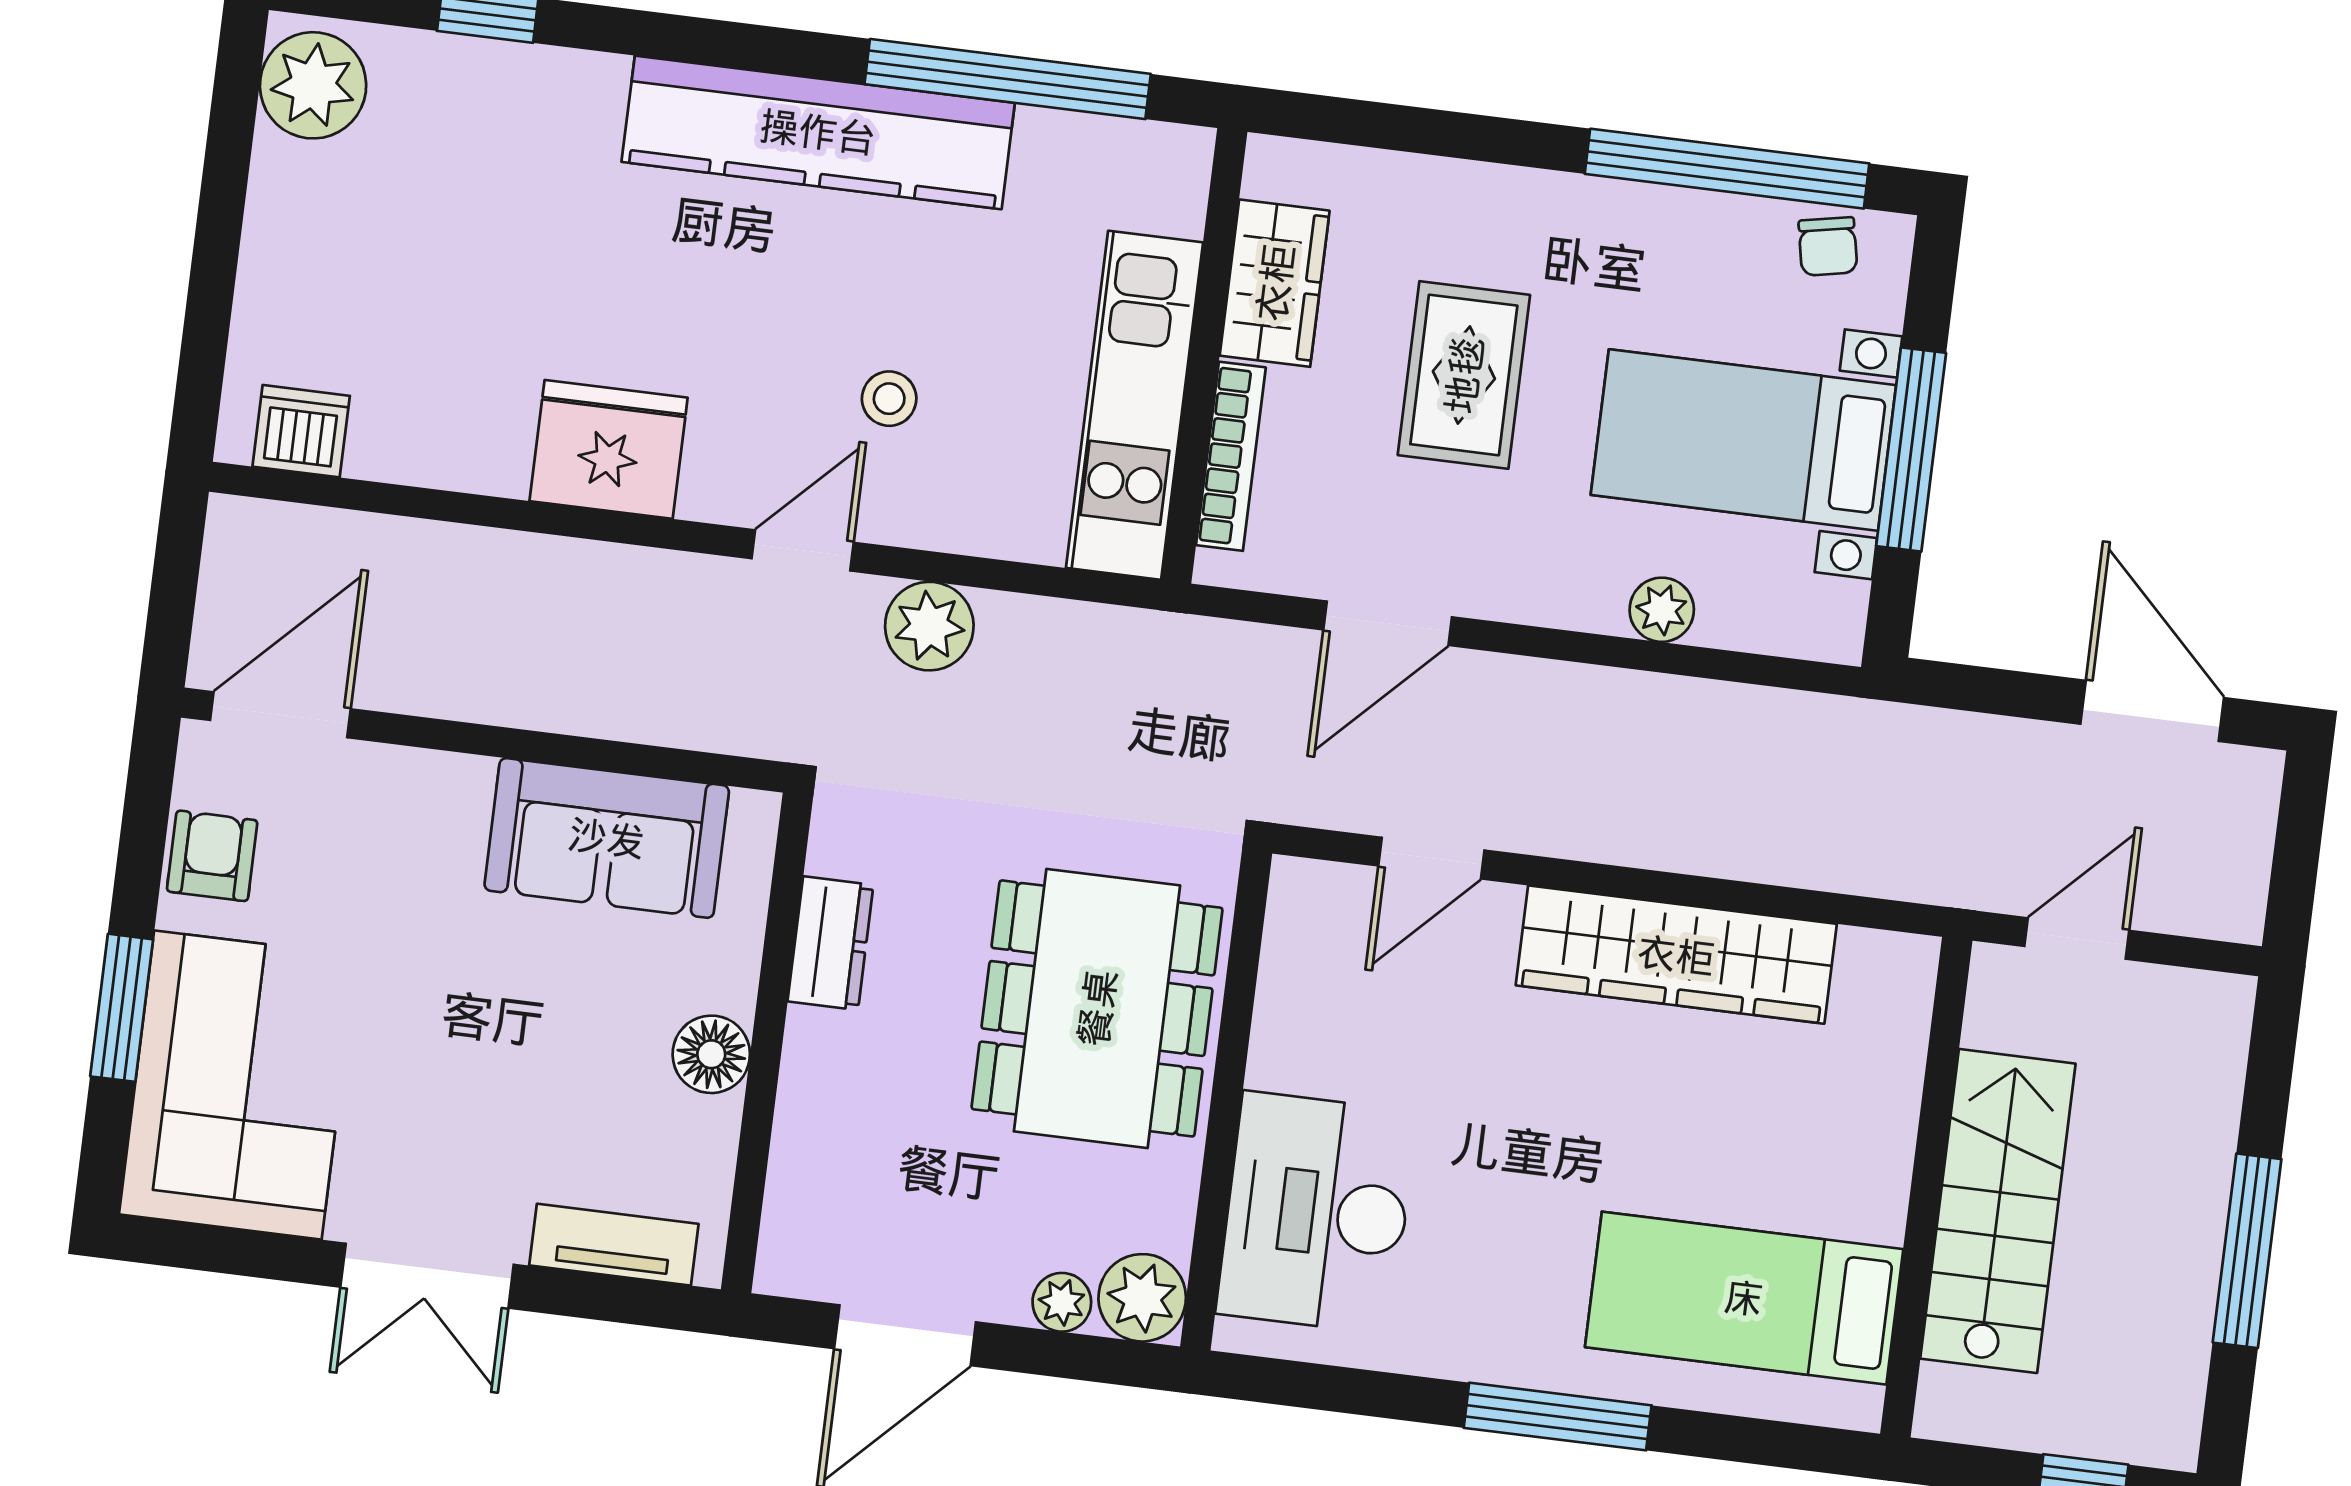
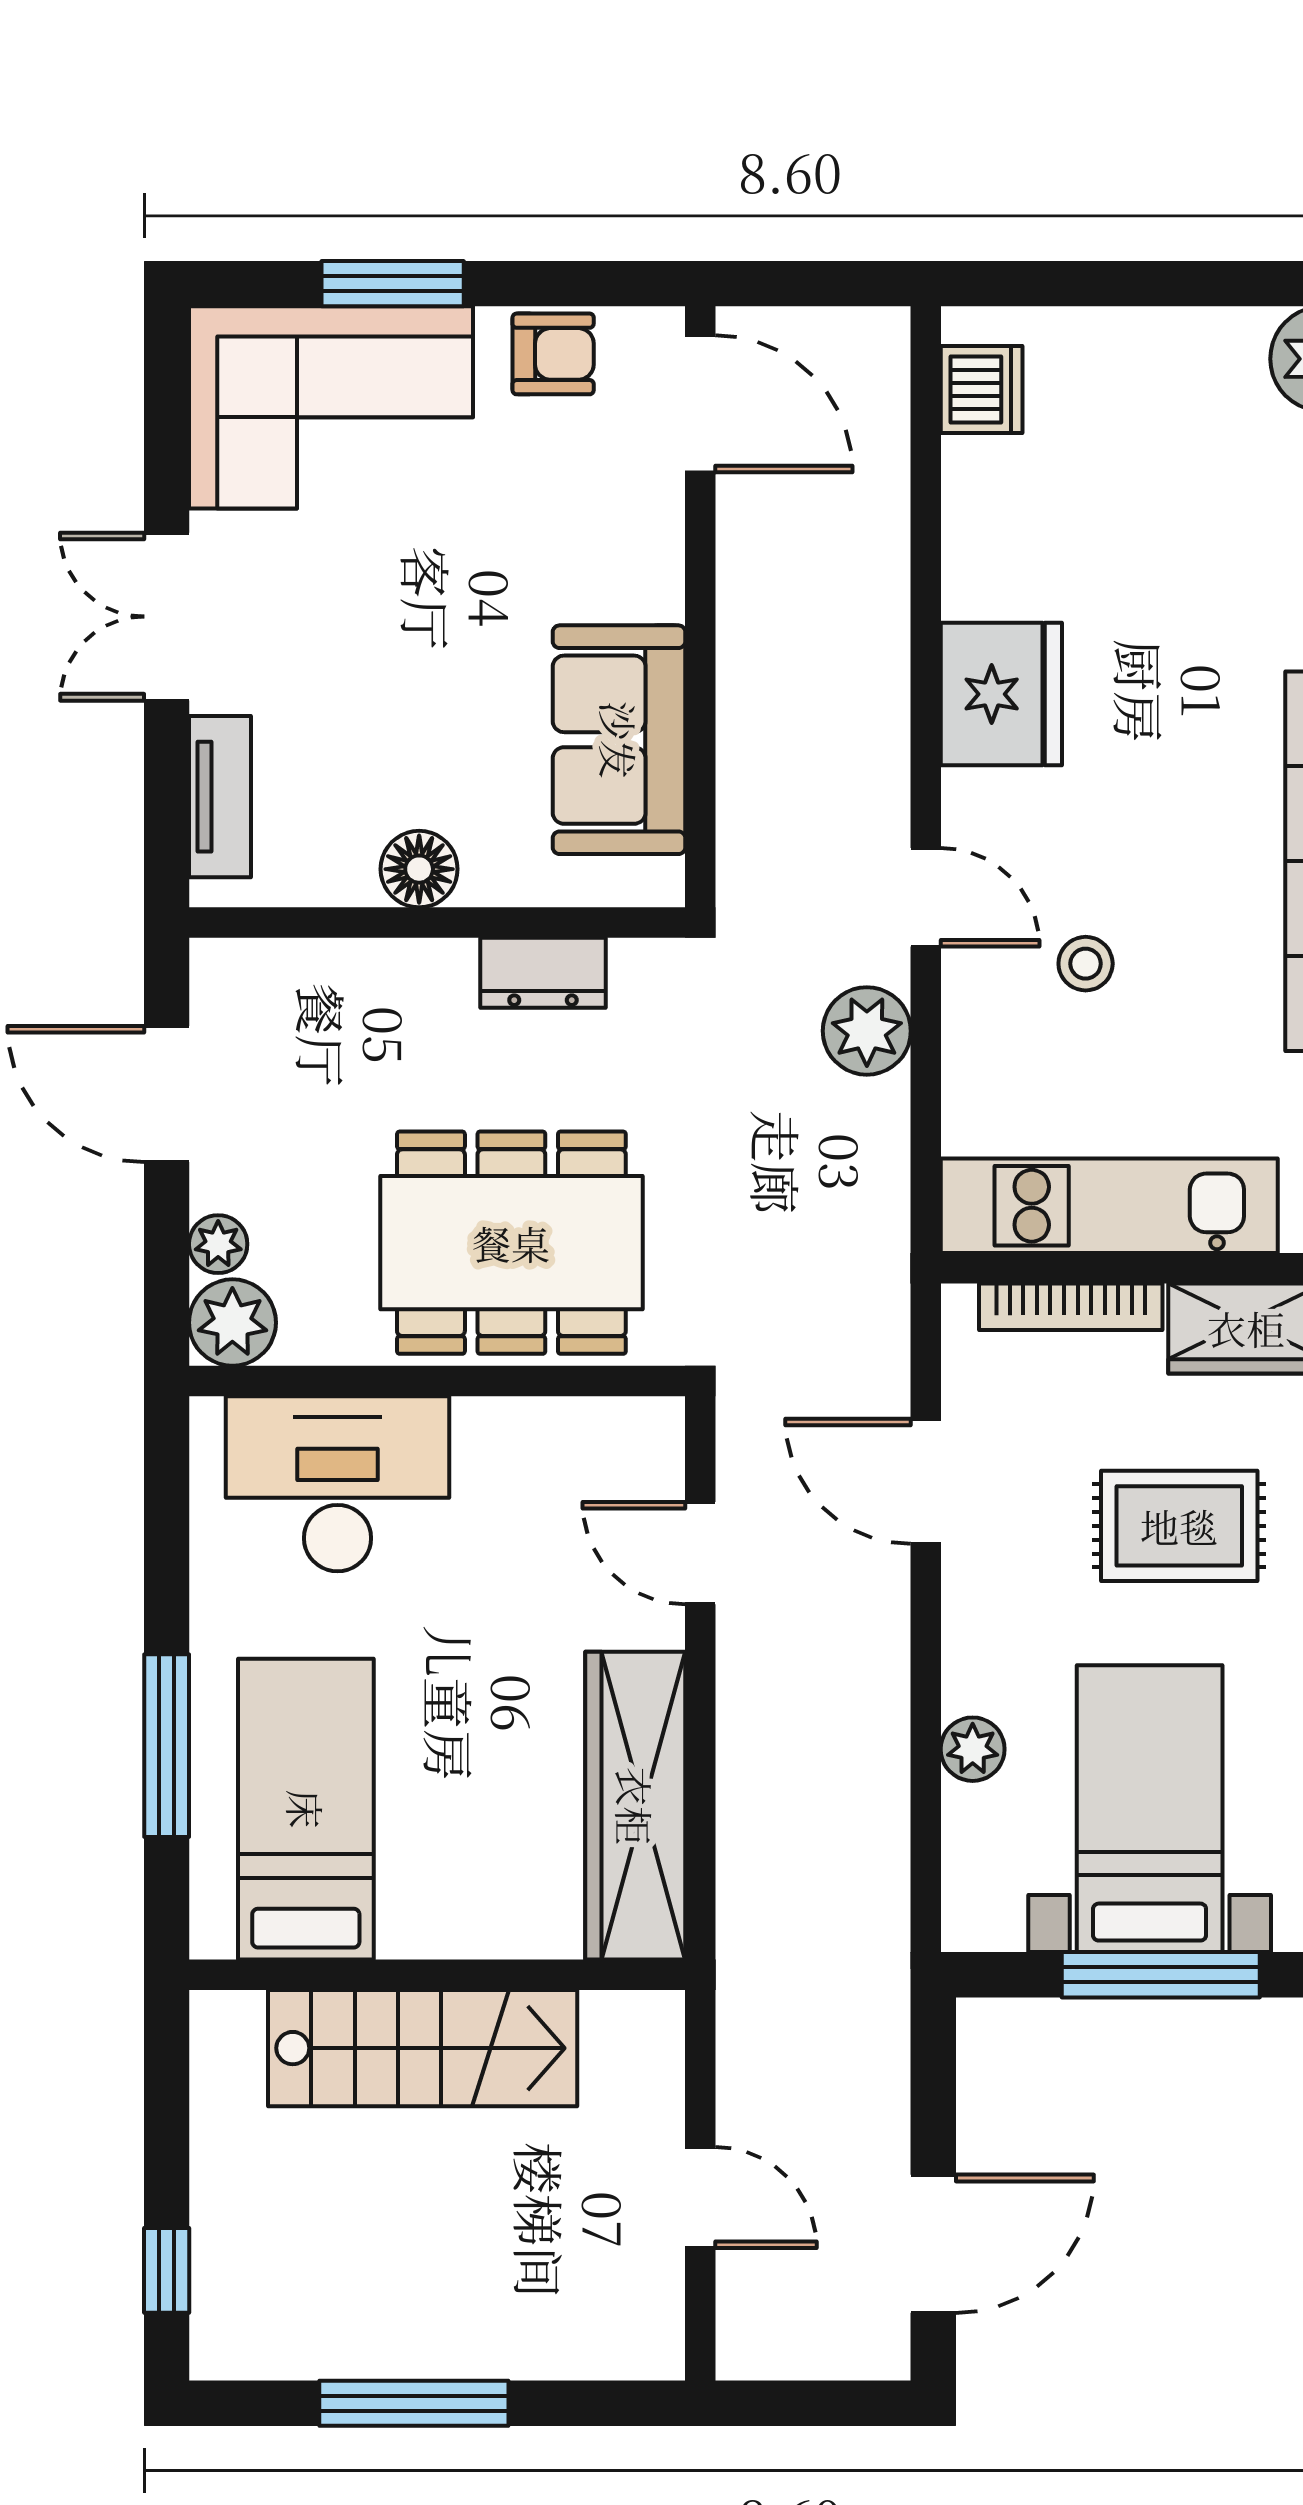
wall: (1926, 1187) -> (437, 1975), moved
stairs: (1998, 1211) -> (423, 2048), moved
bed: (1744, 1298) -> (306, 1809), moved

